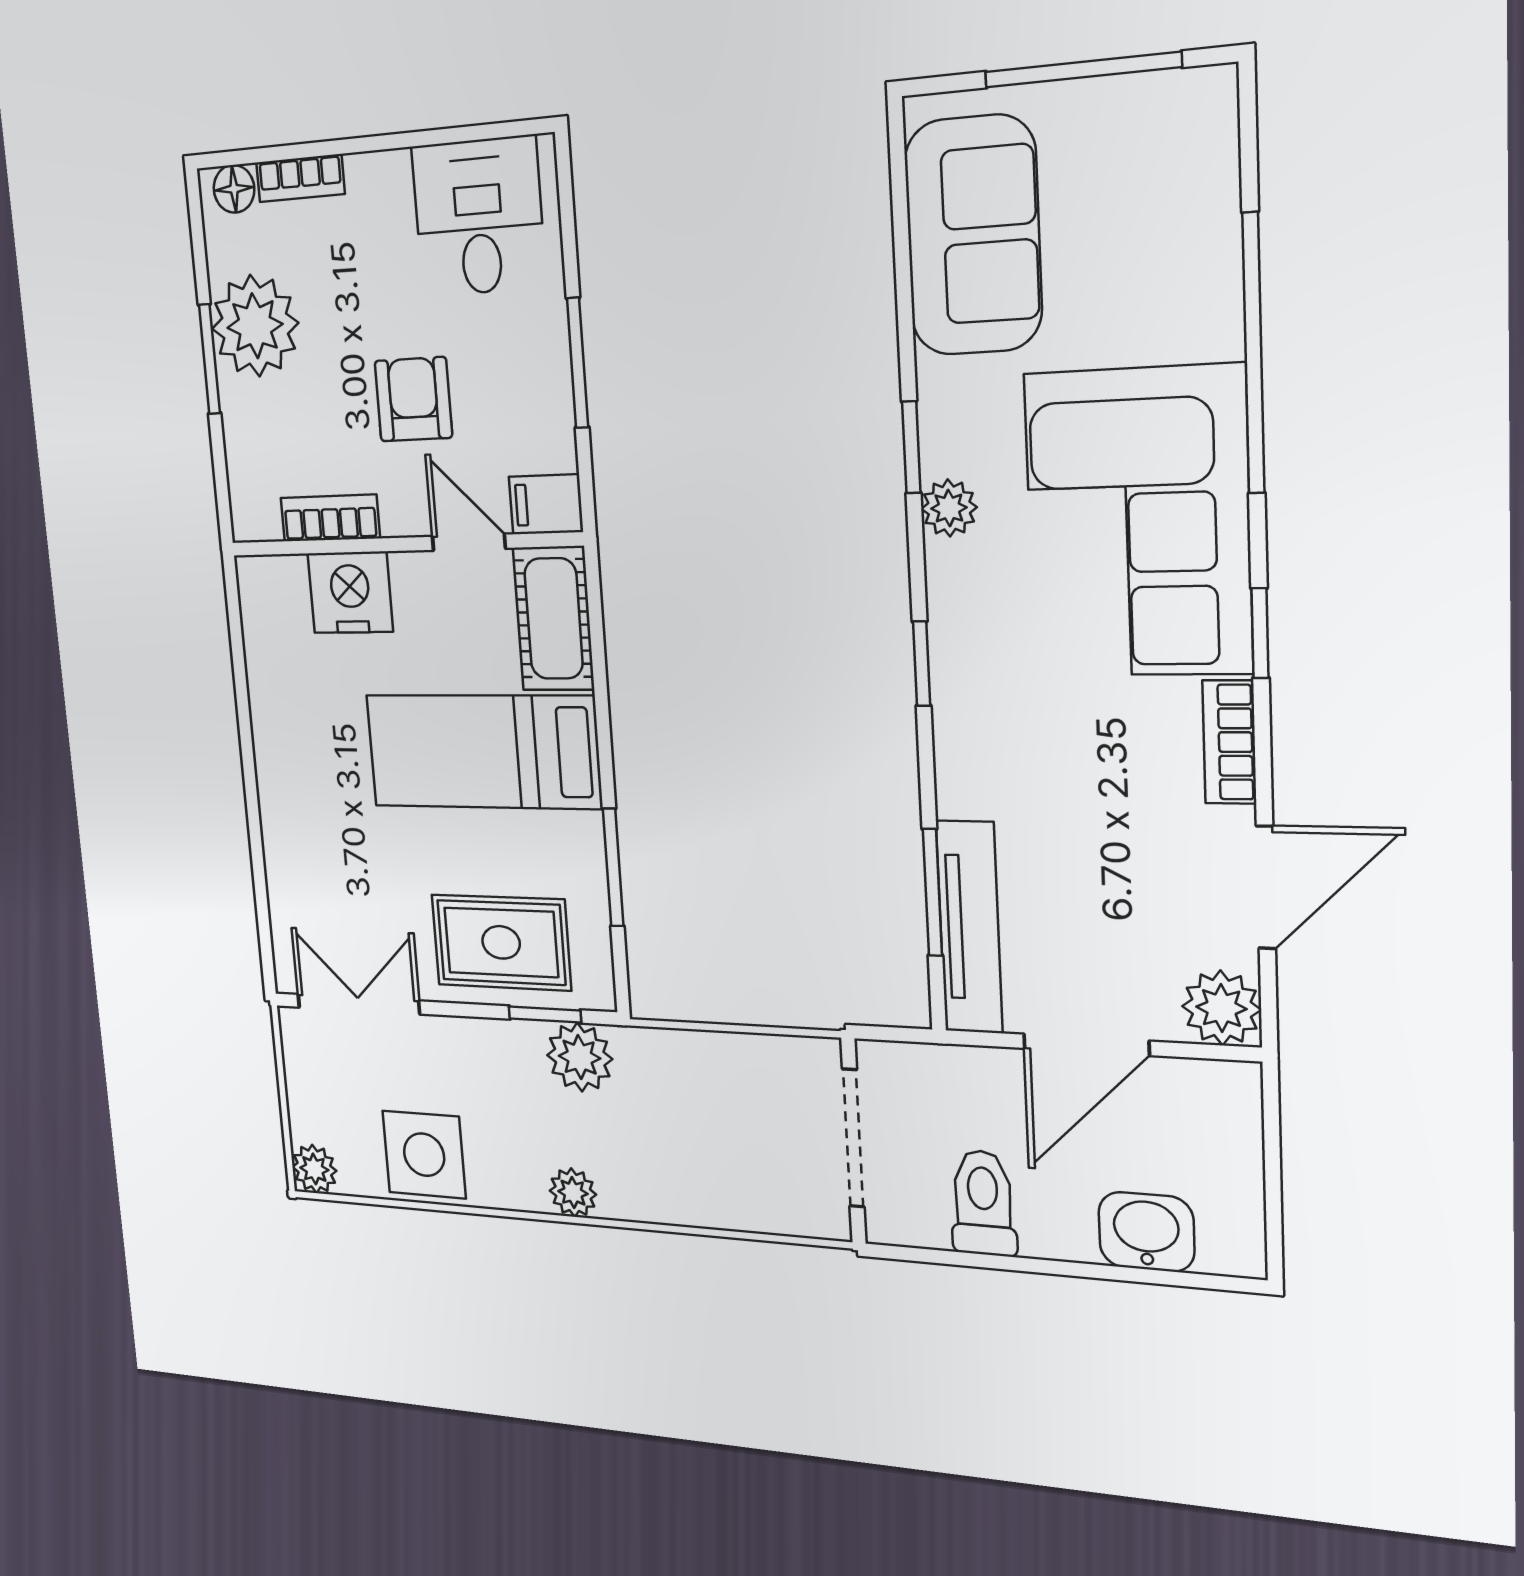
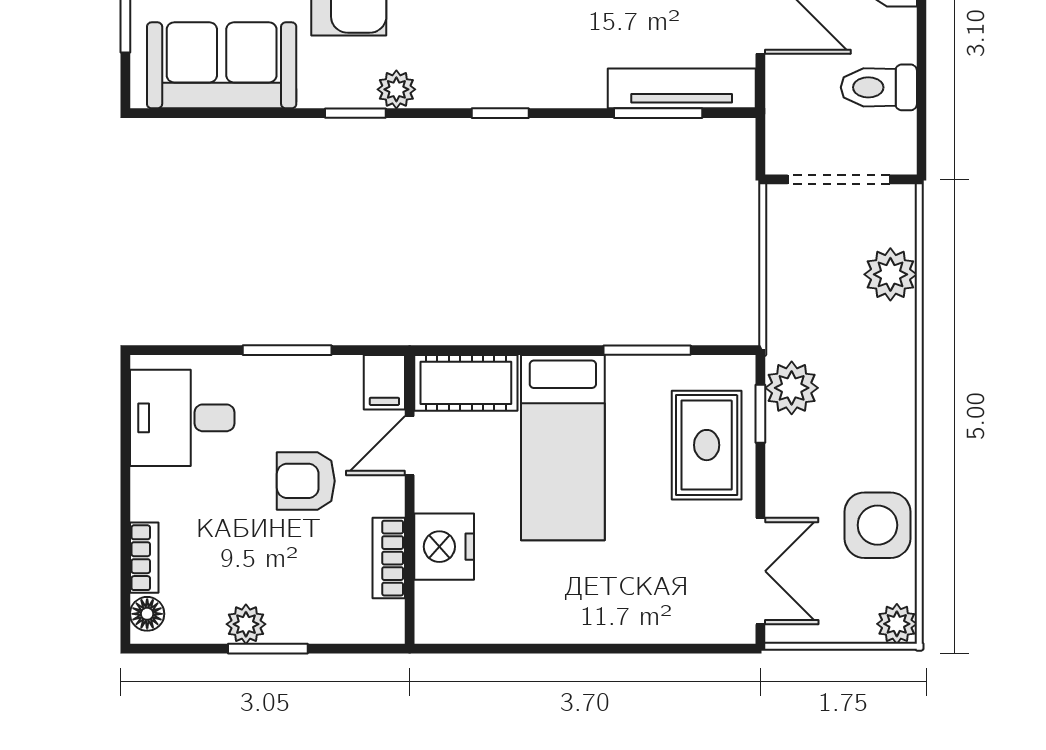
plant: (255, 326) -> (246, 624), width x0.53, depth x0.53
double door: (358, 1004) -> (760, 571), swing flipped
plant: (573, 1193) -> (890, 274), moved, width x1.38, depth x1.38

